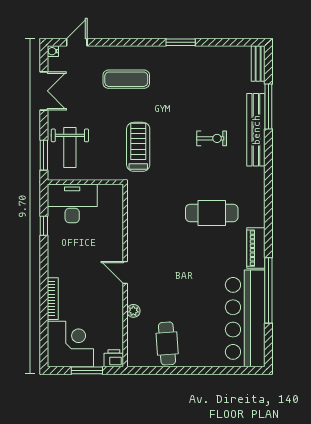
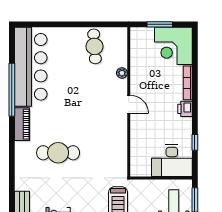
printer: (114, 358) -> (185, 109), moved, turned 90

